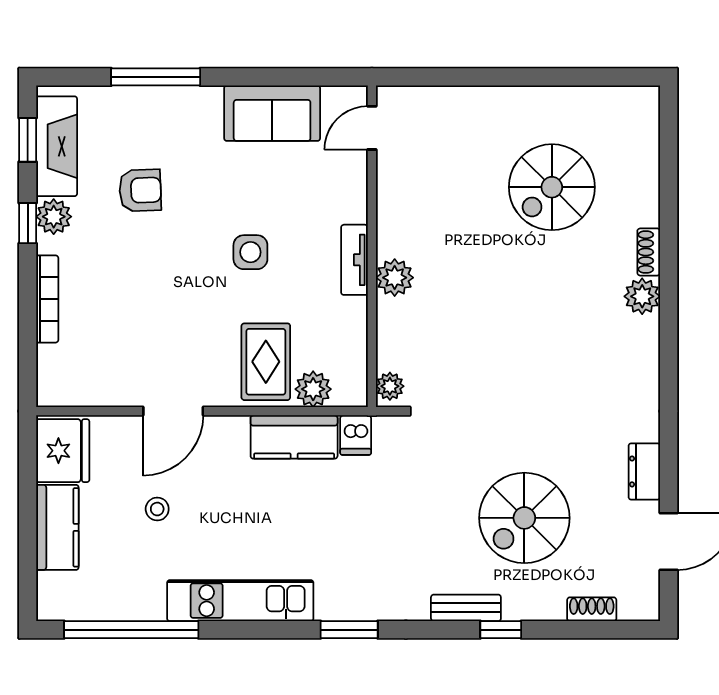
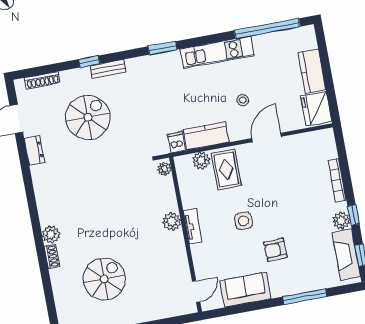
armchair: (140, 190) -> (275, 250), moved
stool: (157, 509) -> (243, 100), moved
shoe rack: (592, 609) -> (42, 80), width x1.43

